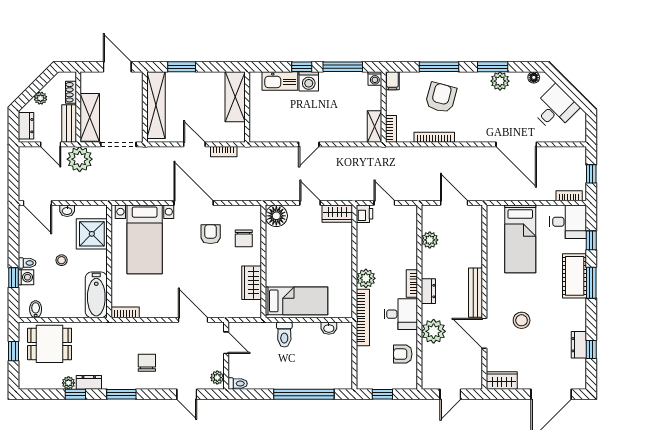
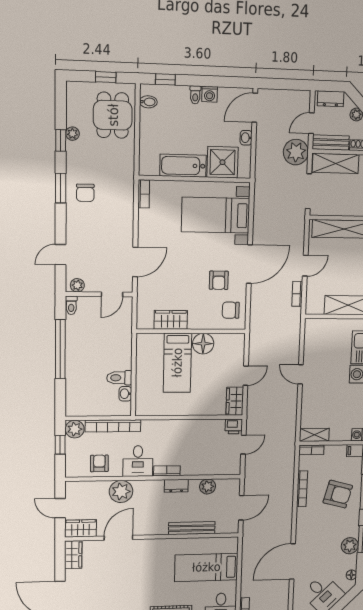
floor lamp: (276, 216) -> (203, 344), moved
armchair: (211, 234) -> (219, 280), turned 90
chair: (244, 238) -> (231, 310), moved
stool: (62, 260) -> (197, 130), removed
washing machine: (26, 277) -> (210, 94), moved
window: (14, 278) -> (165, 79), moved
plant: (366, 278) -> (75, 429), moved
dresser: (428, 291) -> (176, 486), moved
bench: (476, 293) -> (192, 528), moved
bathtub: (96, 295) -> (183, 166), moved
bed: (297, 301) -> (177, 363), moved
bookcase: (363, 318) -> (113, 426), moved
stool: (522, 320) -> (130, 571), removed
toilet: (284, 335) -> (119, 378), moved
chair: (147, 363) -> (85, 193), moved, turned 90
wardrobe: (473, 373) -> (81, 528), added
dresser: (89, 382) -> (73, 155), removed
window: (304, 394) -> (60, 349), moved

